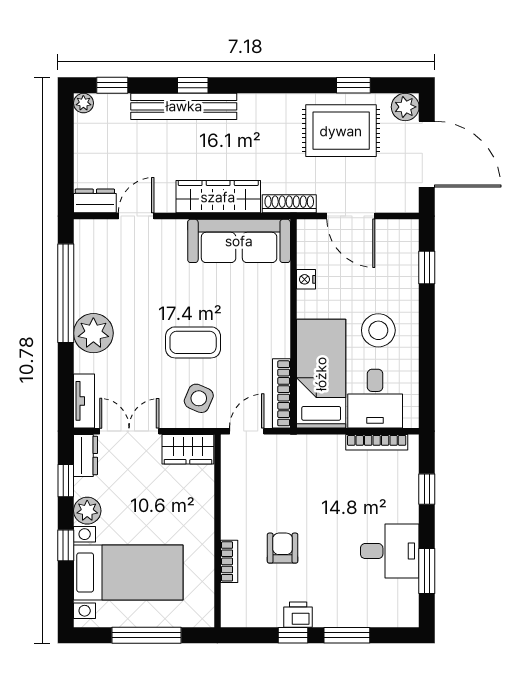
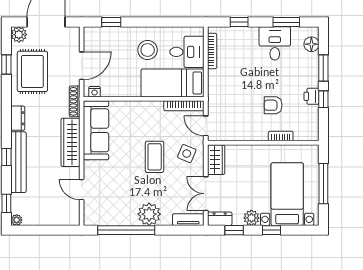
dresser: (95, 201) -> (18, 118), moved, turned 180
nightstand: (306, 279) -> (95, 92), moved
floor lamp: (388, 615) -> (311, 44), added

